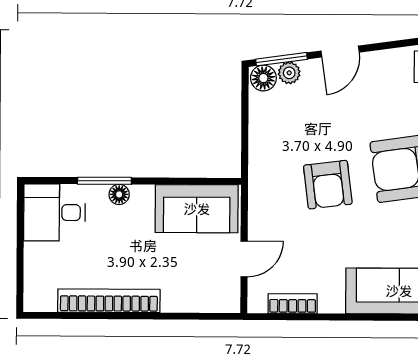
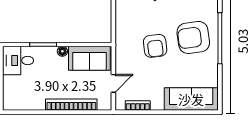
floor lamp: (119, 194) -> (62, 51), moved
bookcase: (109, 301) -> (71, 105), moved

